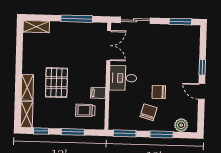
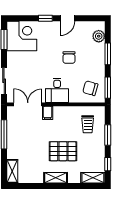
corner desk: (184, 41) -> (22, 36), added
shelving: (27, 87) -> (56, 178), moved
filing cabinet: (98, 93) -> (48, 113), moved
chair: (149, 112) -> (90, 88), moved

